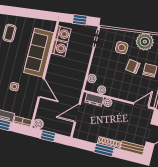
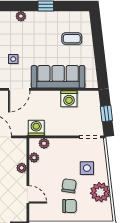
washing machine: (63, 34) -> (36, 128), moved, turned 180
dresser: (94, 100) -> (21, 152), removed
door: (141, 105) -> (28, 194), moved

